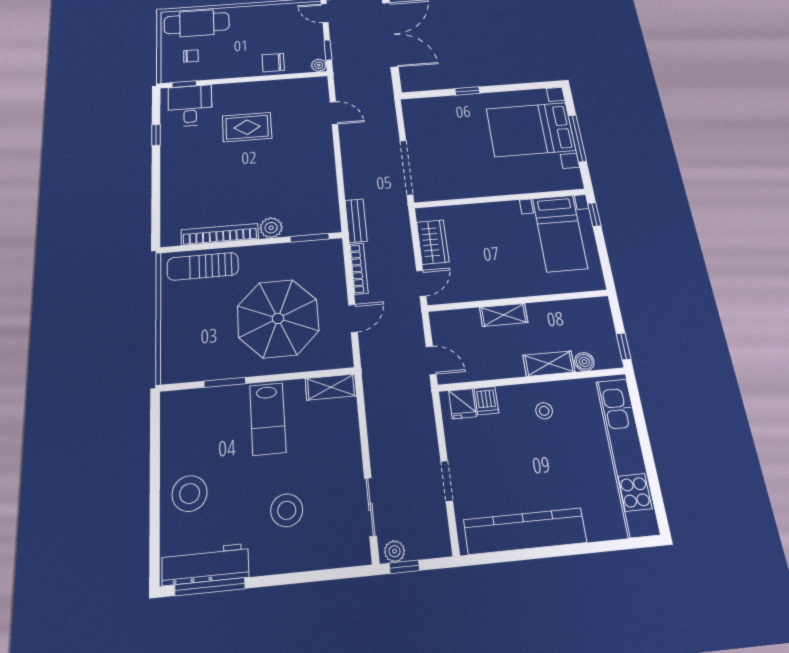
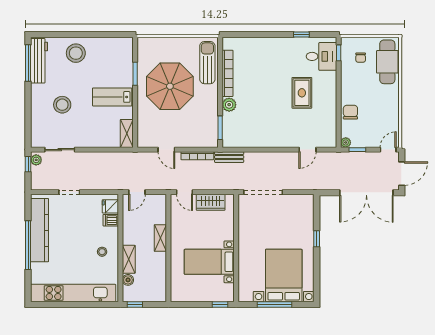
bed with nightstands: (560, 233) -> (209, 262), moved
parasol: (278, 318) -> (170, 86), moved
window: (557, 551) -> (28, 245), added

